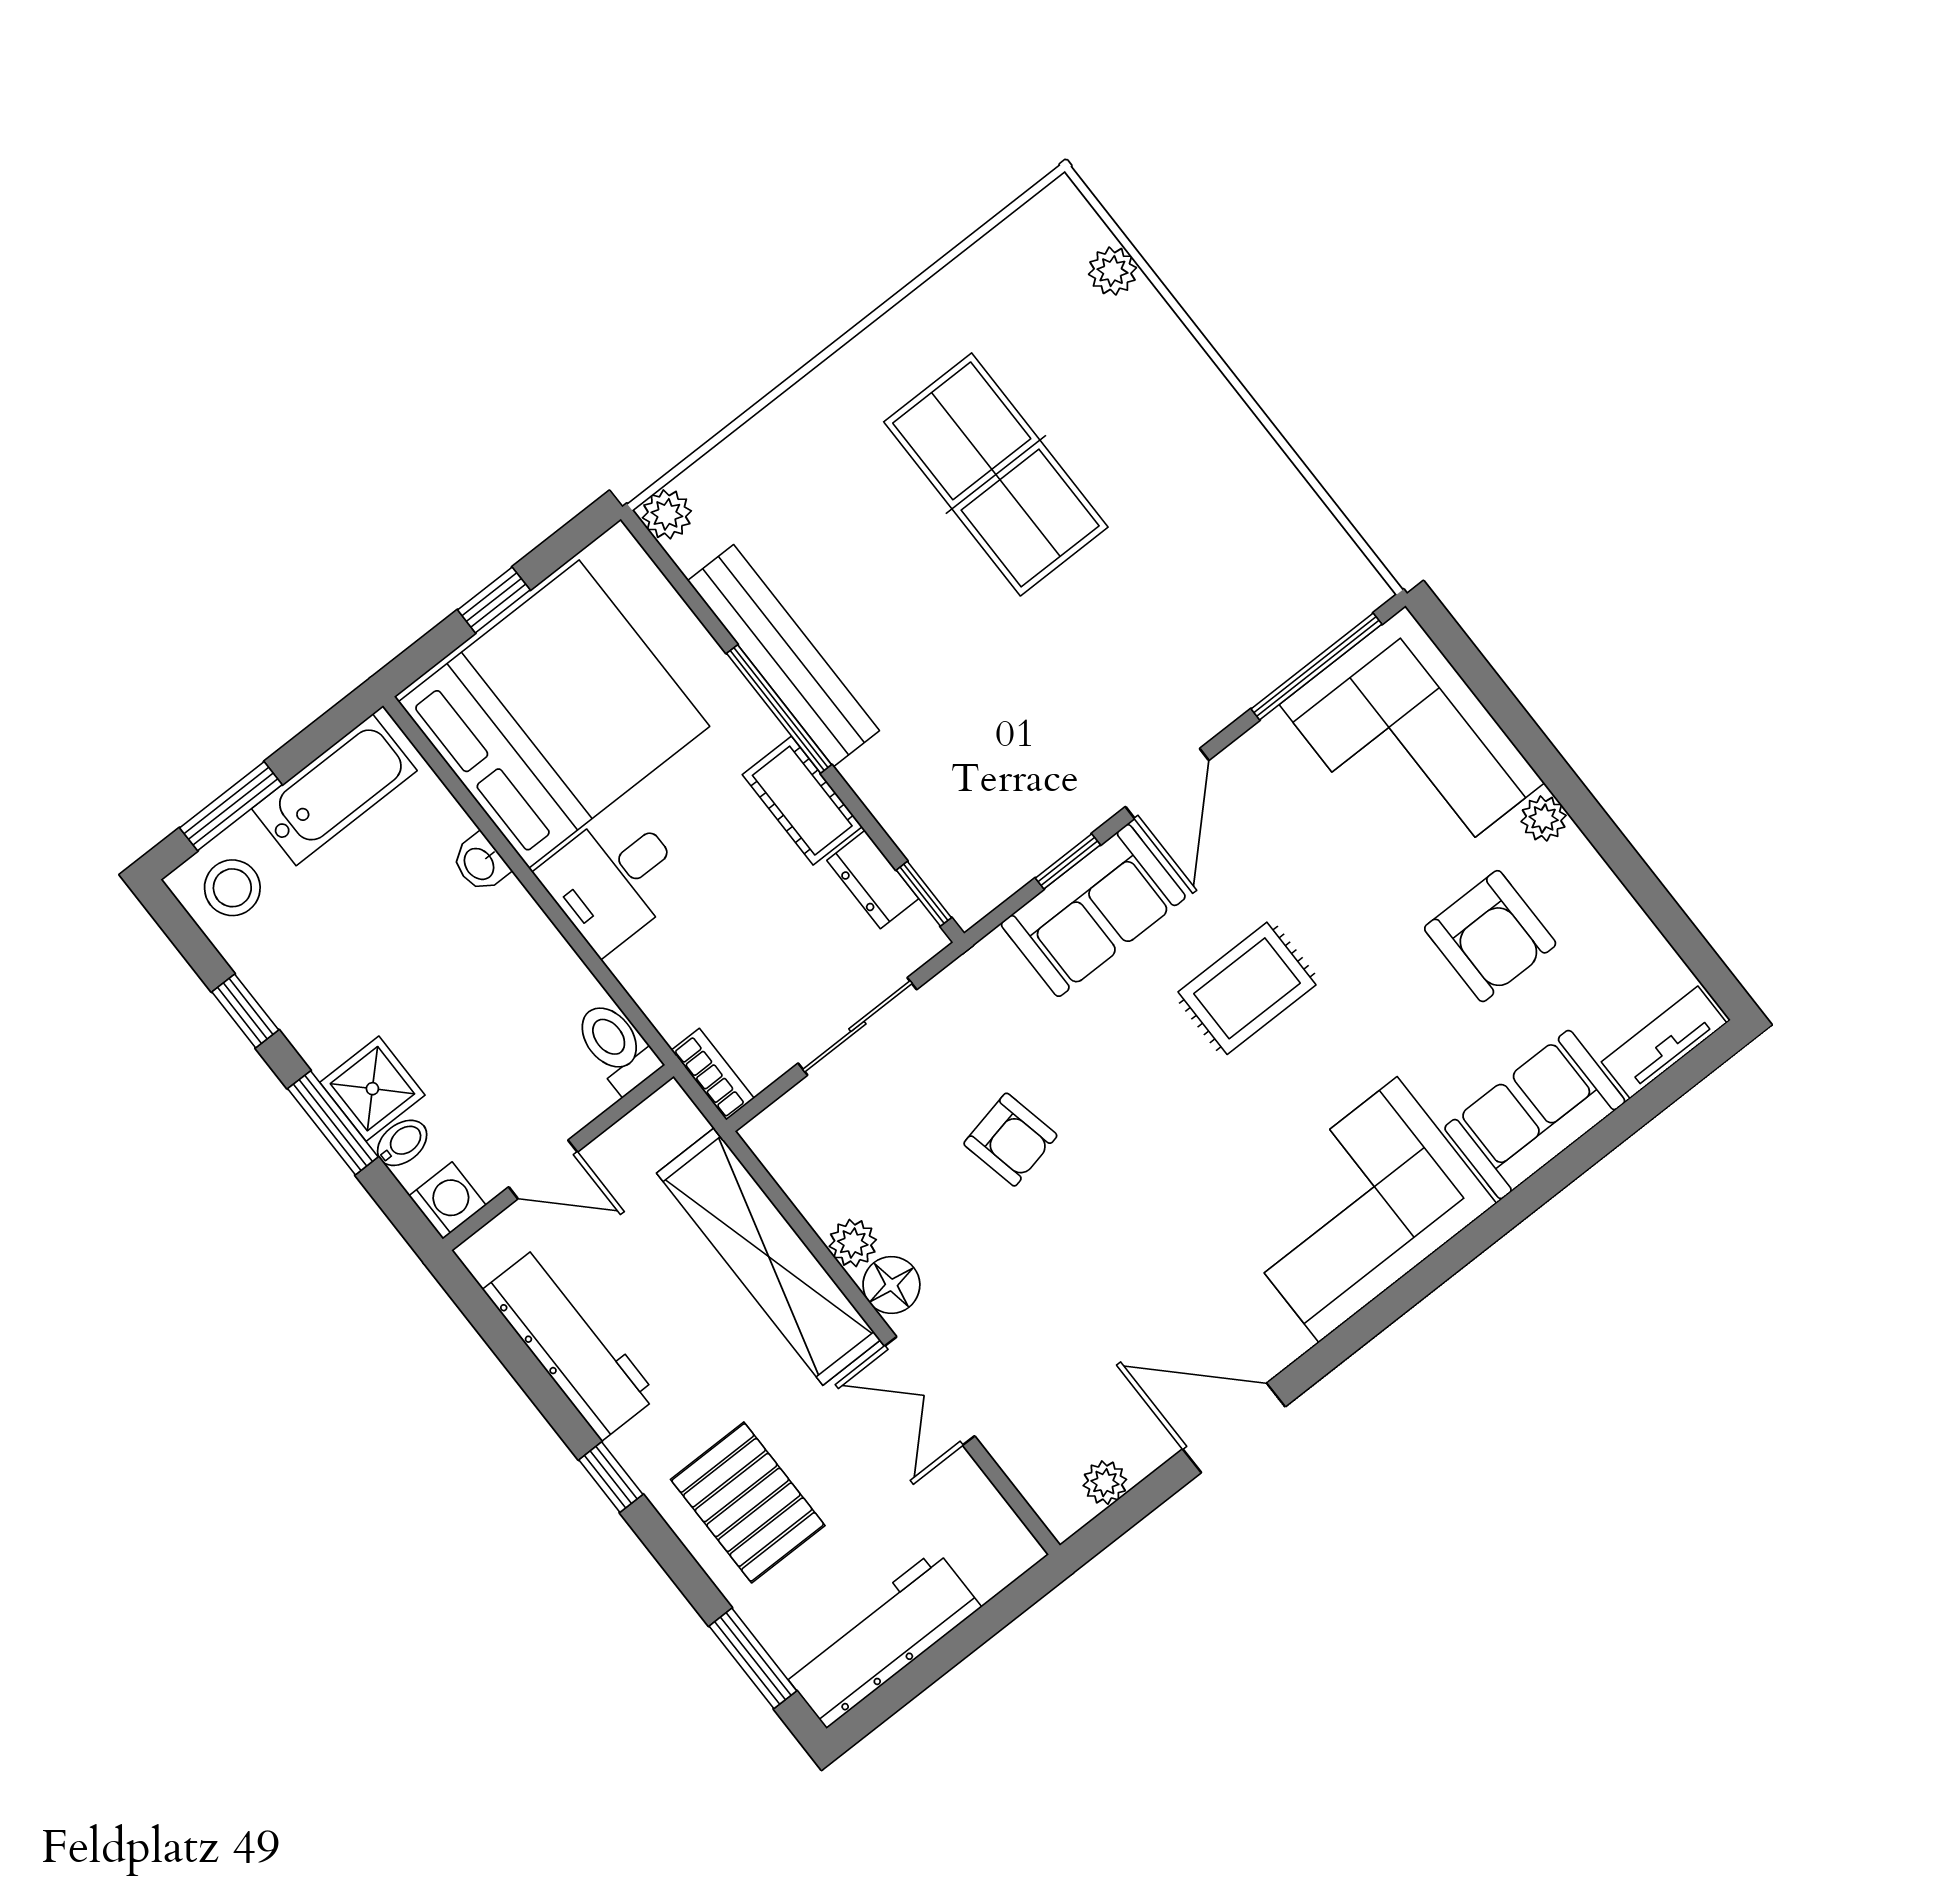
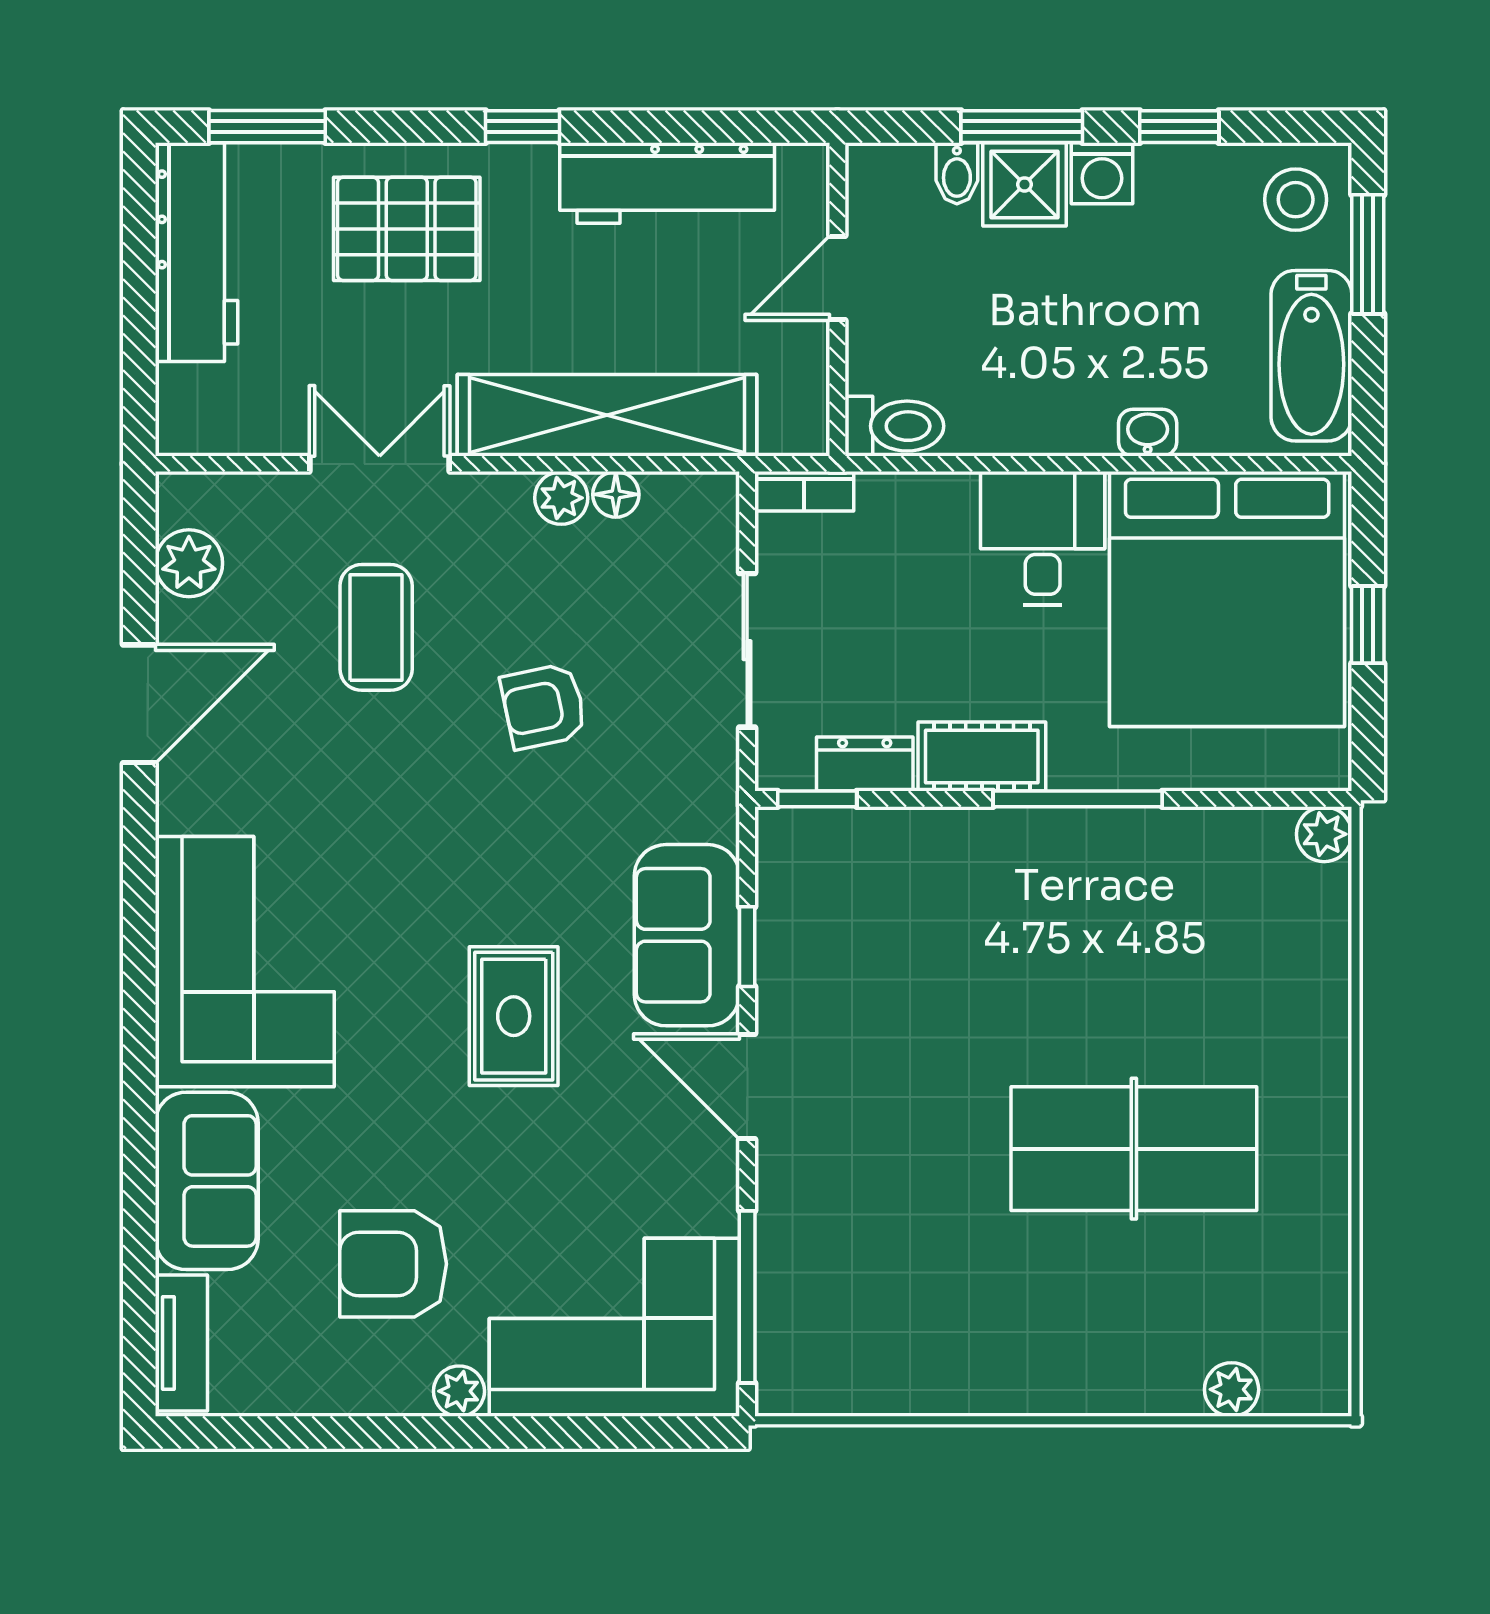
bench: (783, 656) -> (1121, 839), removed
washing machine: (447, 1200) -> (1102, 173), moved
floor lamp: (891, 1285) -> (616, 494), moved, width x0.73, depth x0.73
coffee table: (1048, 1302) -> (376, 627), added
plant: (1105, 1483) -> (189, 563), width x1.38, depth x1.38

